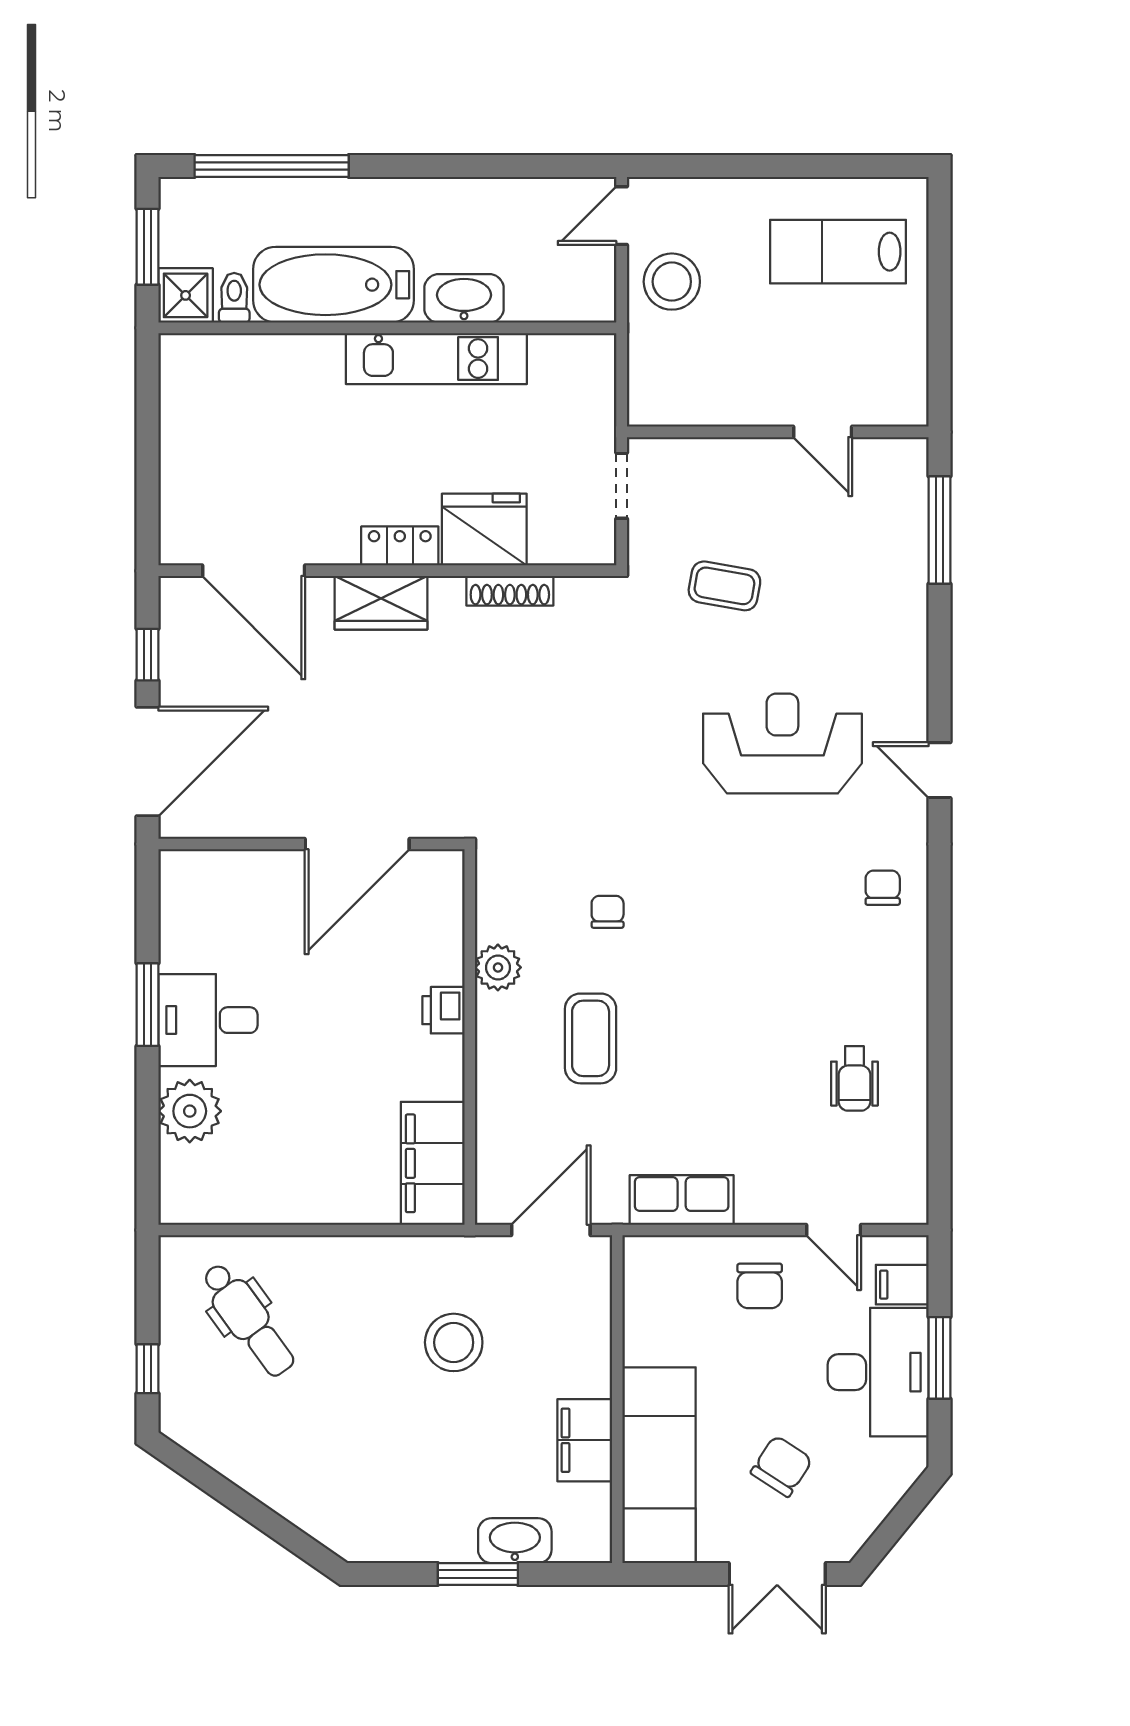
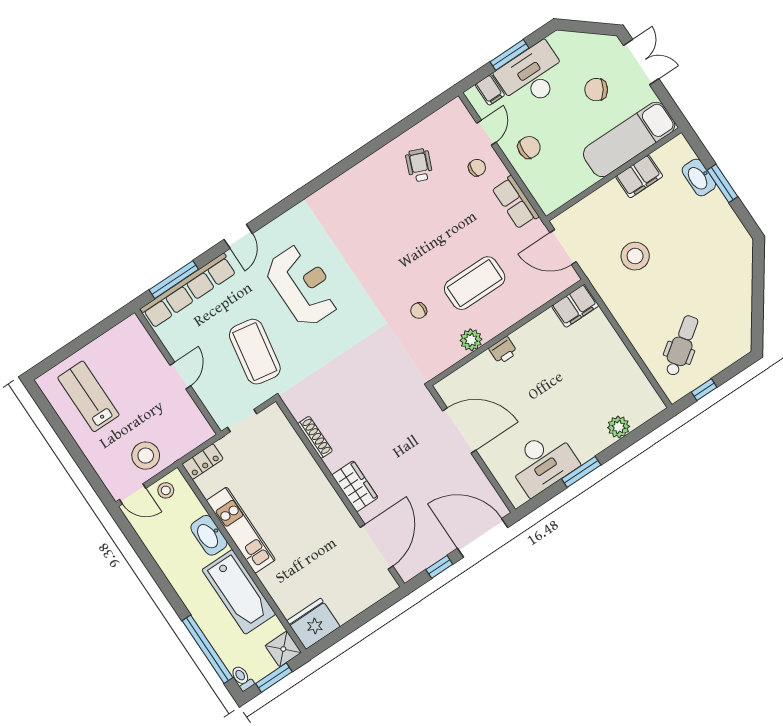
lab bench: (838, 252) -> (88, 396), turned 180
stool: (590, 276) -> (166, 490), added
toilet: (234, 298) -> (242, 678), moved, turned 90
door: (823, 432) -> (180, 375), moved
fridge: (484, 530) -> (313, 624), moved, turned 90
row of seats: (904, 542) -> (188, 291), added
locker: (400, 546) -> (203, 462), moved, turned -90
coffee table: (724, 586) -> (255, 352), width x1.86, depth x1.72
reception desk: (782, 743) -> (303, 285), turned 180
door: (939, 770) -> (238, 236), moved
chair: (883, 888) -> (477, 168), moved, turned 180
desk: (208, 1020) -> (543, 462), moved, width x1.37
coffee table: (591, 1038) -> (475, 283), width x1.36, depth x1.32
wheelchair: (854, 1078) -> (419, 165), turned -68
plant: (190, 1111) -> (619, 427), width x0.73, depth x0.73
filing cabinet: (433, 1163) -> (575, 306), width x0.67, depth x0.86
window: (148, 1369) -> (704, 390), moved

